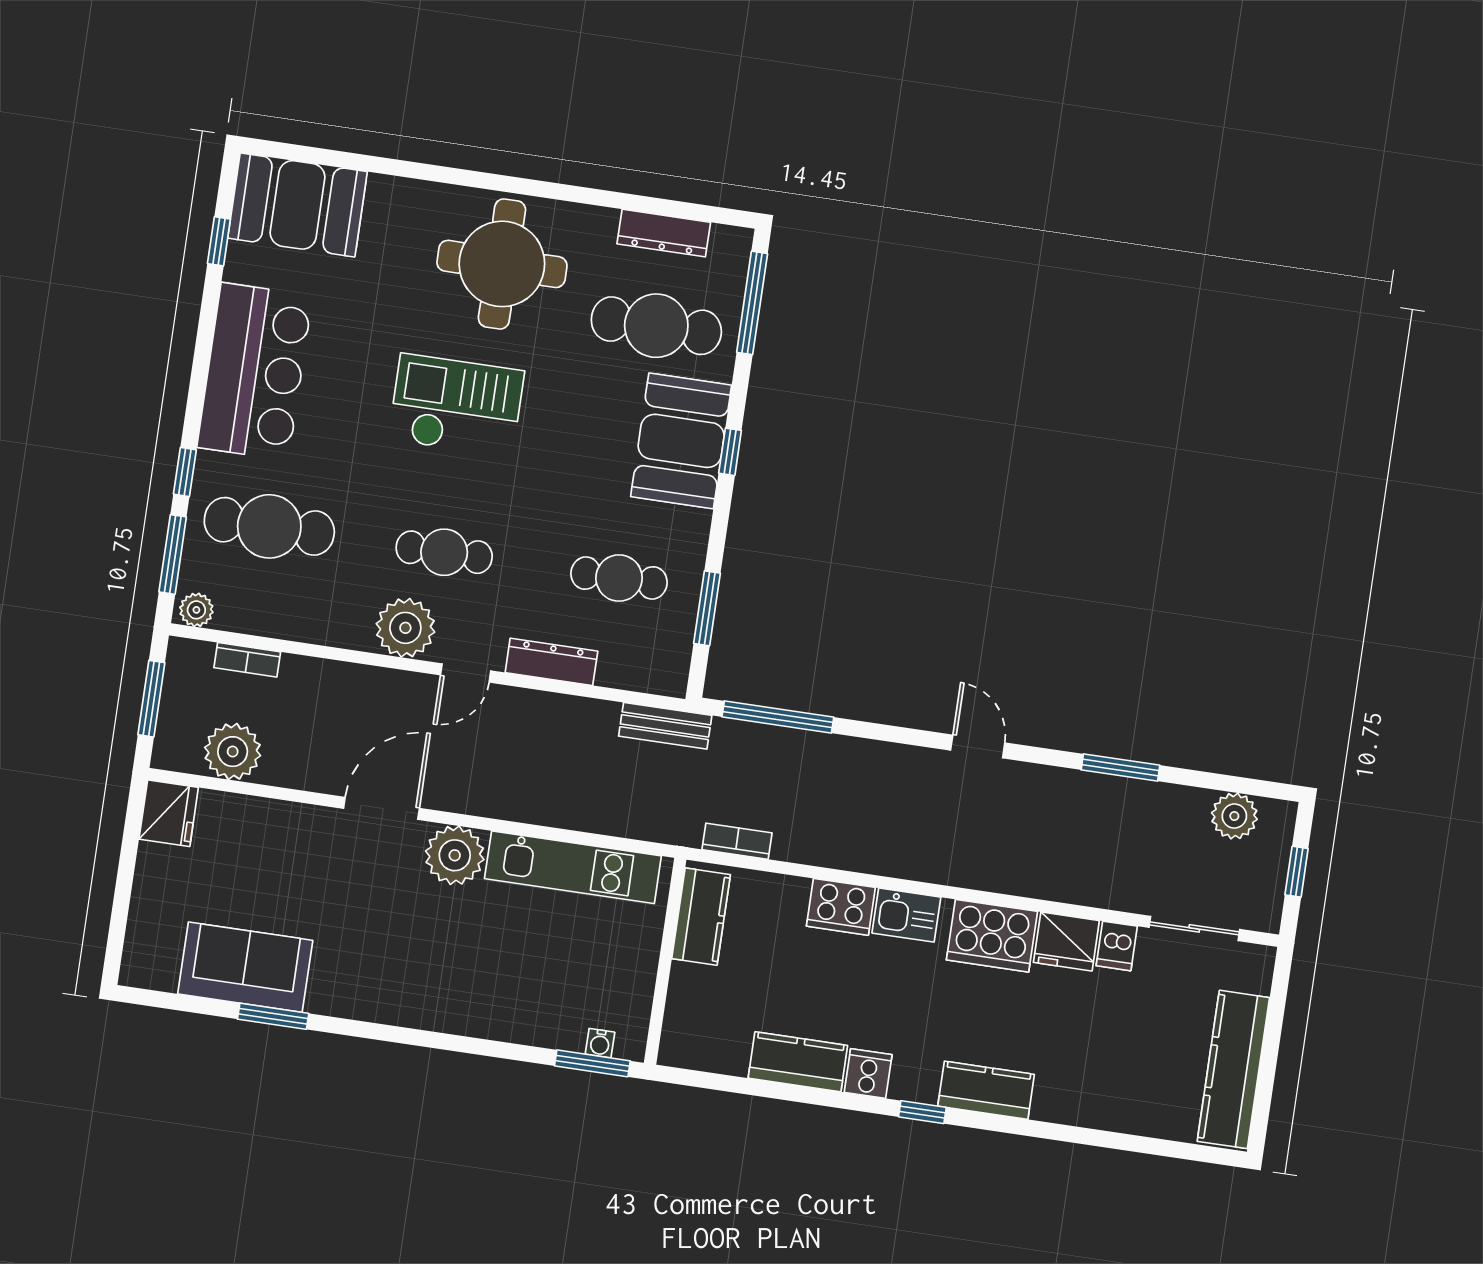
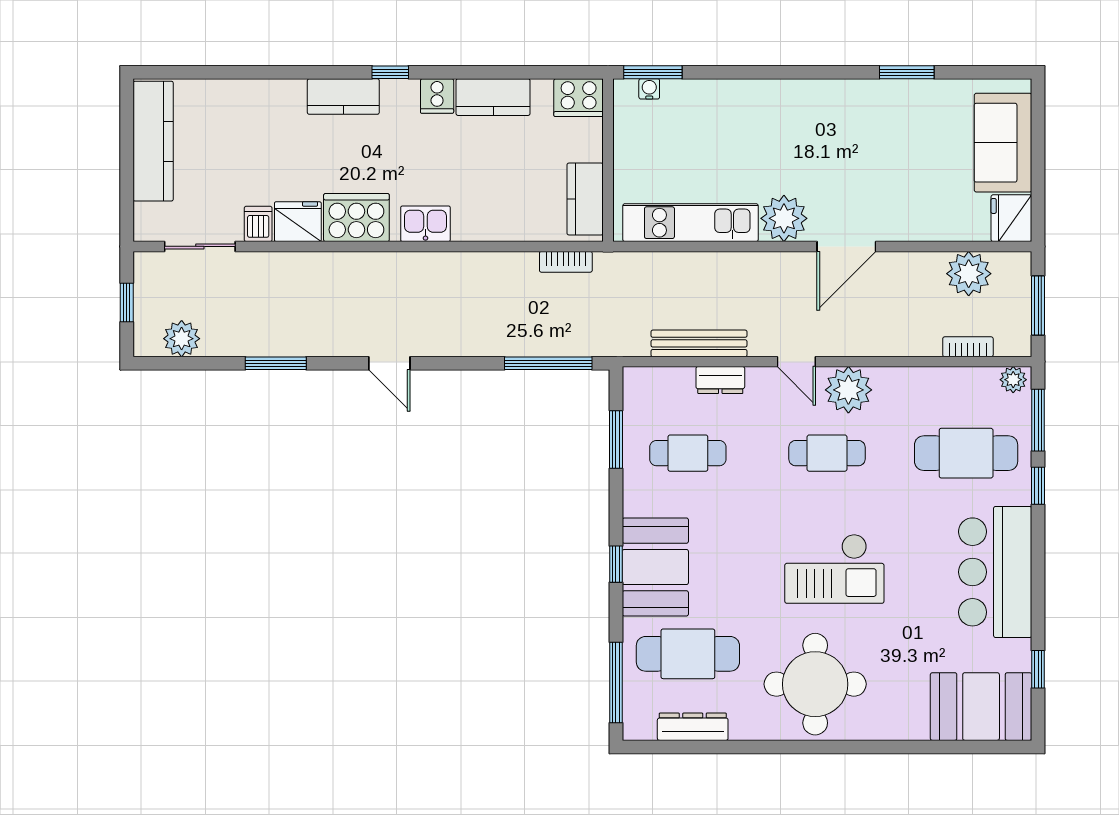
dresser: (551, 662) -> (720, 380), width x0.70
door: (466, 673) -> (796, 362), swing flipped
bench: (665, 726) -> (699, 343), moved, width x1.36
cooker: (841, 907) -> (579, 98), moved, turned 180
sofa: (245, 967) -> (1003, 143), moved, turned 90

